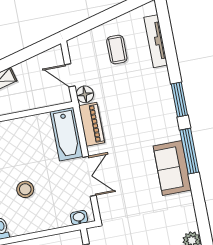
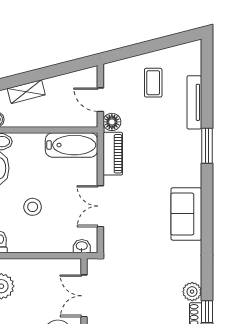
tv unit: (156, 41) -> (194, 102), moved
bathtub: (66, 134) -> (72, 145), moved, turned -90
window: (189, 151) -> (207, 200), removed
double door: (89, 176) -> (100, 206), swing flipped

